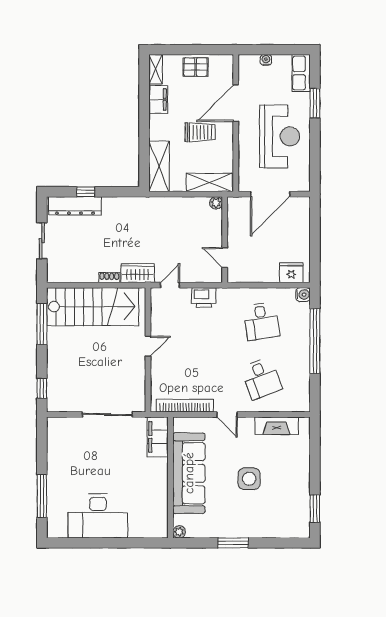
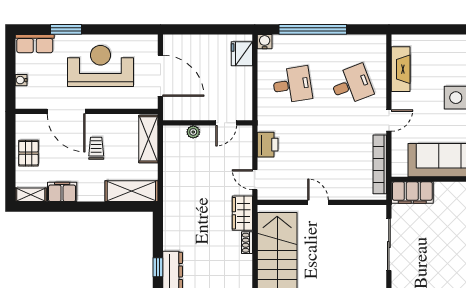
trolley: (200, 132) -> (96, 148), width x0.73, depth x0.72
plant: (216, 203) -> (193, 132), moved

